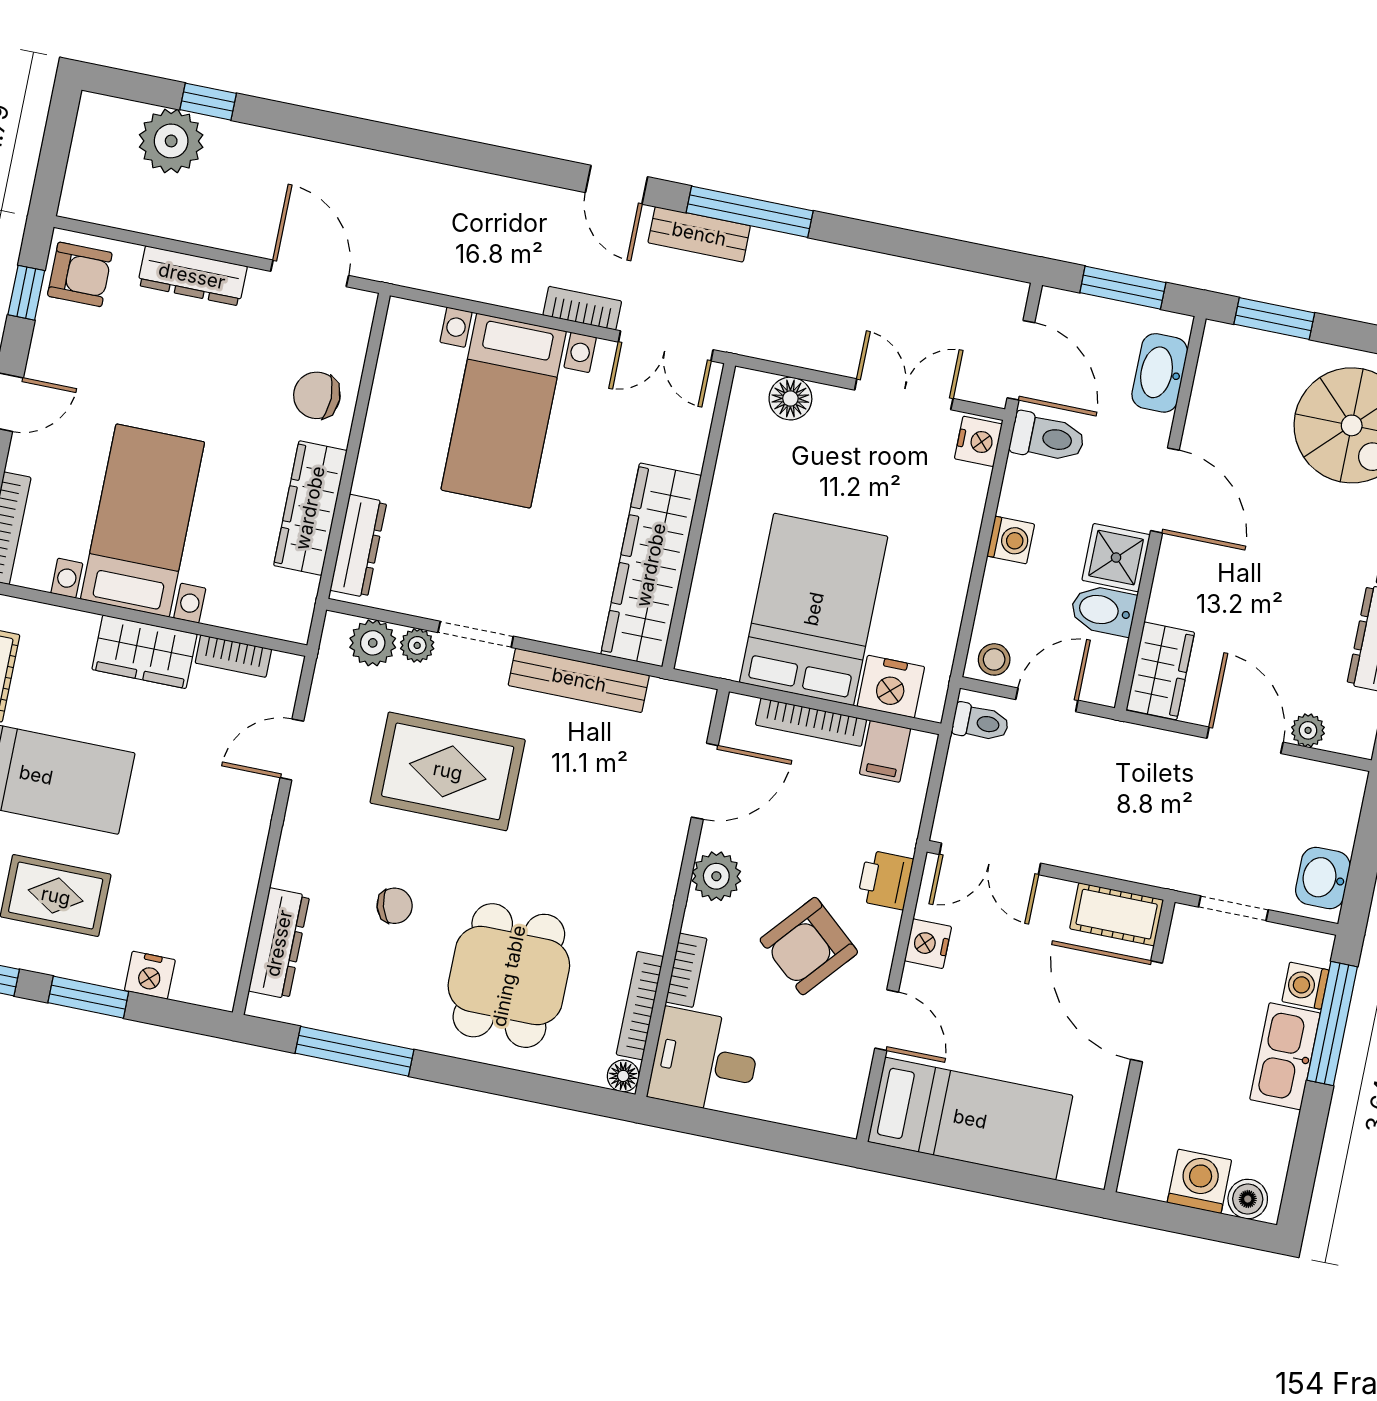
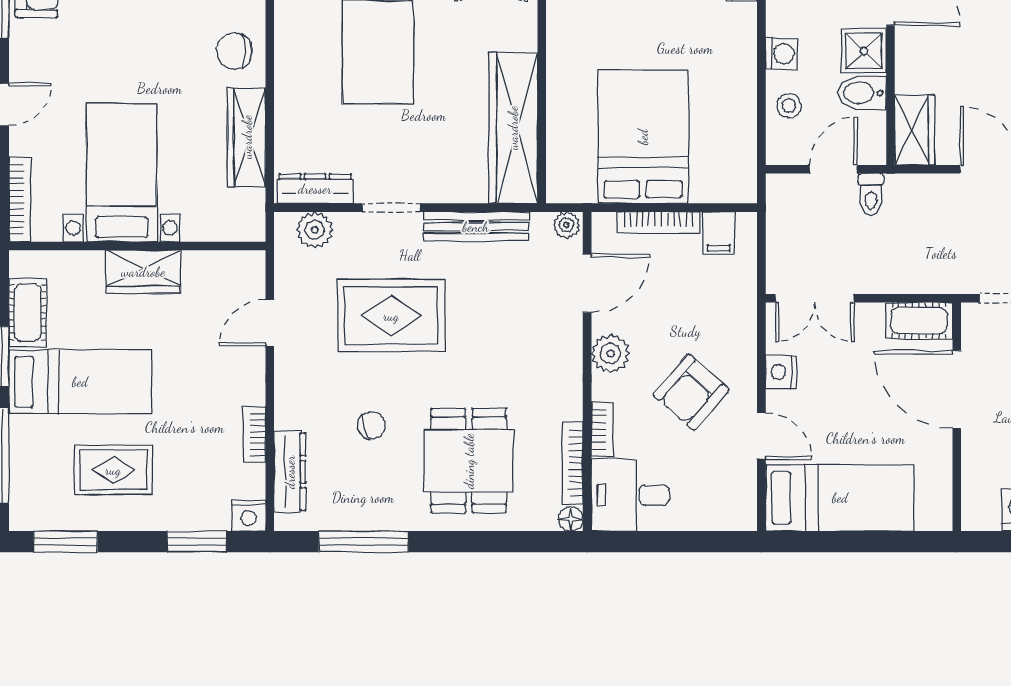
dresser: (358, 546) -> (315, 189), moved, turned -90
plant: (417, 645) -> (566, 225), moved
bookcase: (233, 656) -> (254, 434), moved, turned 90
stool: (994, 659) -> (789, 105), moved
nightstand: (891, 687) -> (713, 183), removed
toilet: (981, 723) -> (871, 194), moved, turned 90
printer: (885, 880) -> (739, 330), removed
nightstand: (150, 975) -> (249, 516), moved
window: (88, 997) -> (197, 542), moved

